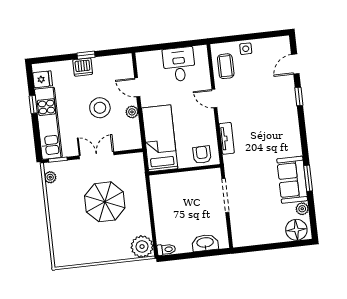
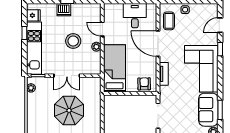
door: (214, 98) -> (158, 44), width x1.88
corner sofa: (276, 126) -> (201, 69), added
double door: (97, 155) -> (67, 76), swing flipped

